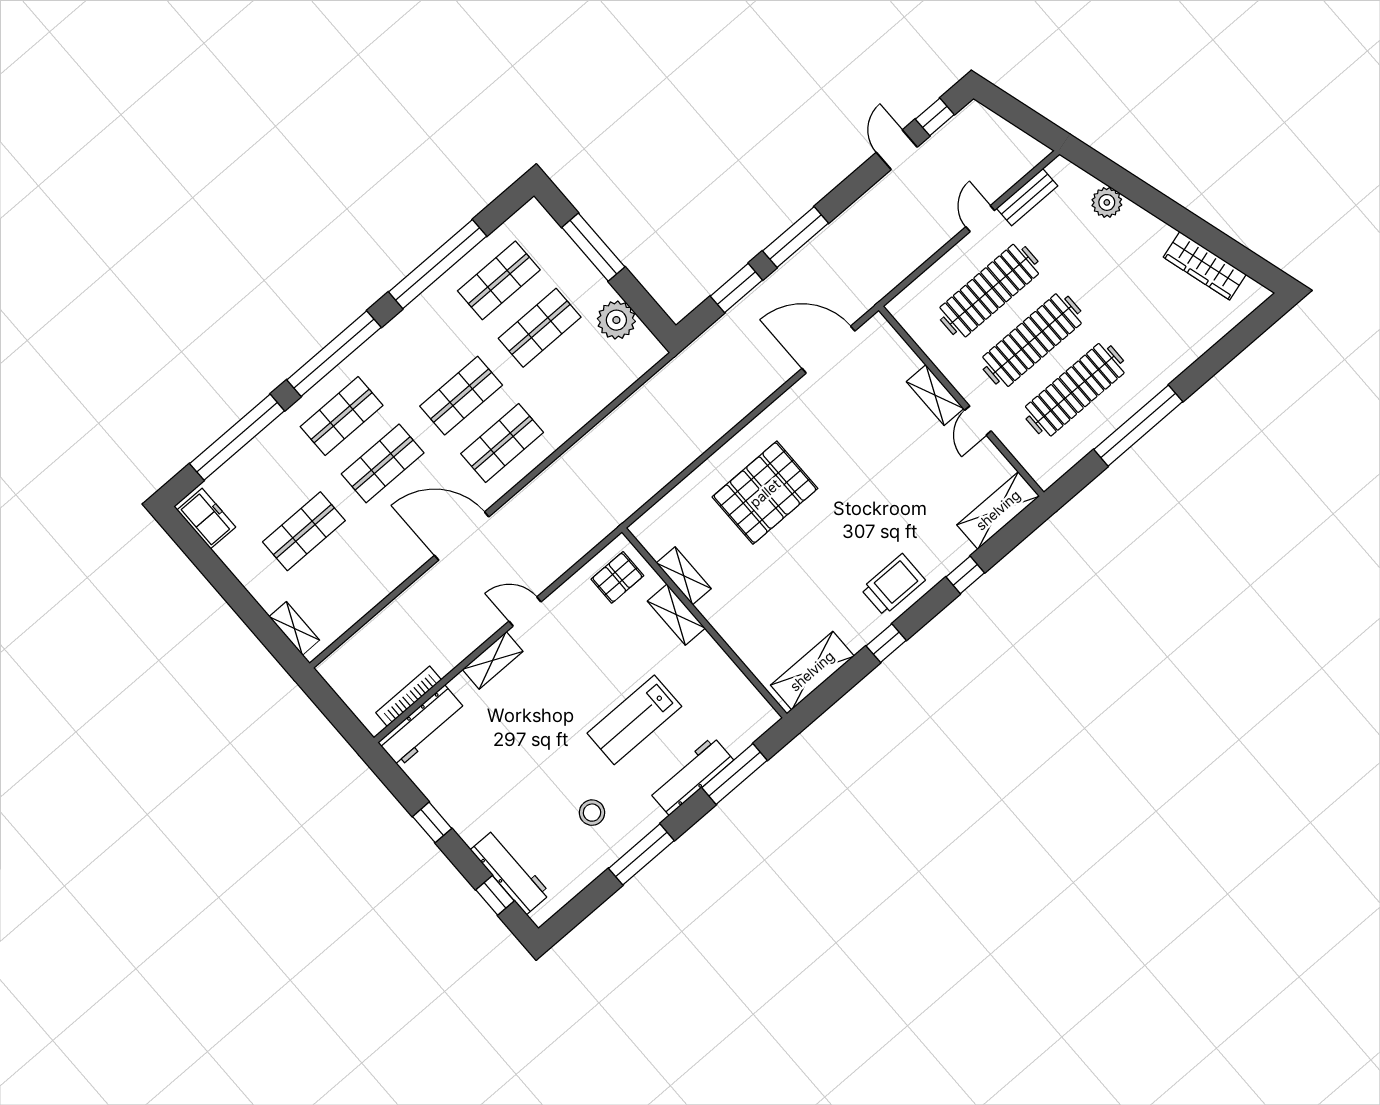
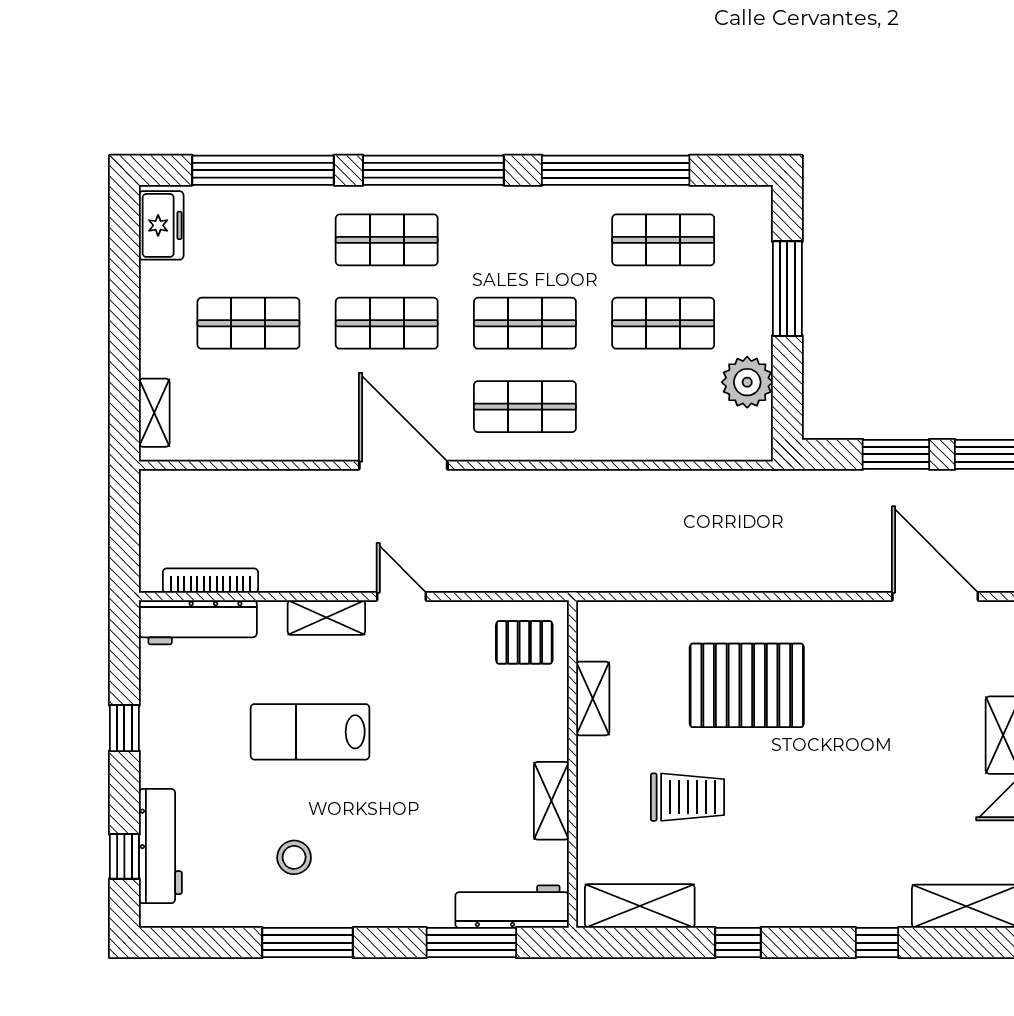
trolley: (893, 585) -> (687, 797), moved
shelving: (676, 615) -> (551, 801), moved
lab bench: (634, 720) -> (310, 732), moved
workbench: (691, 776) -> (512, 907), moved

